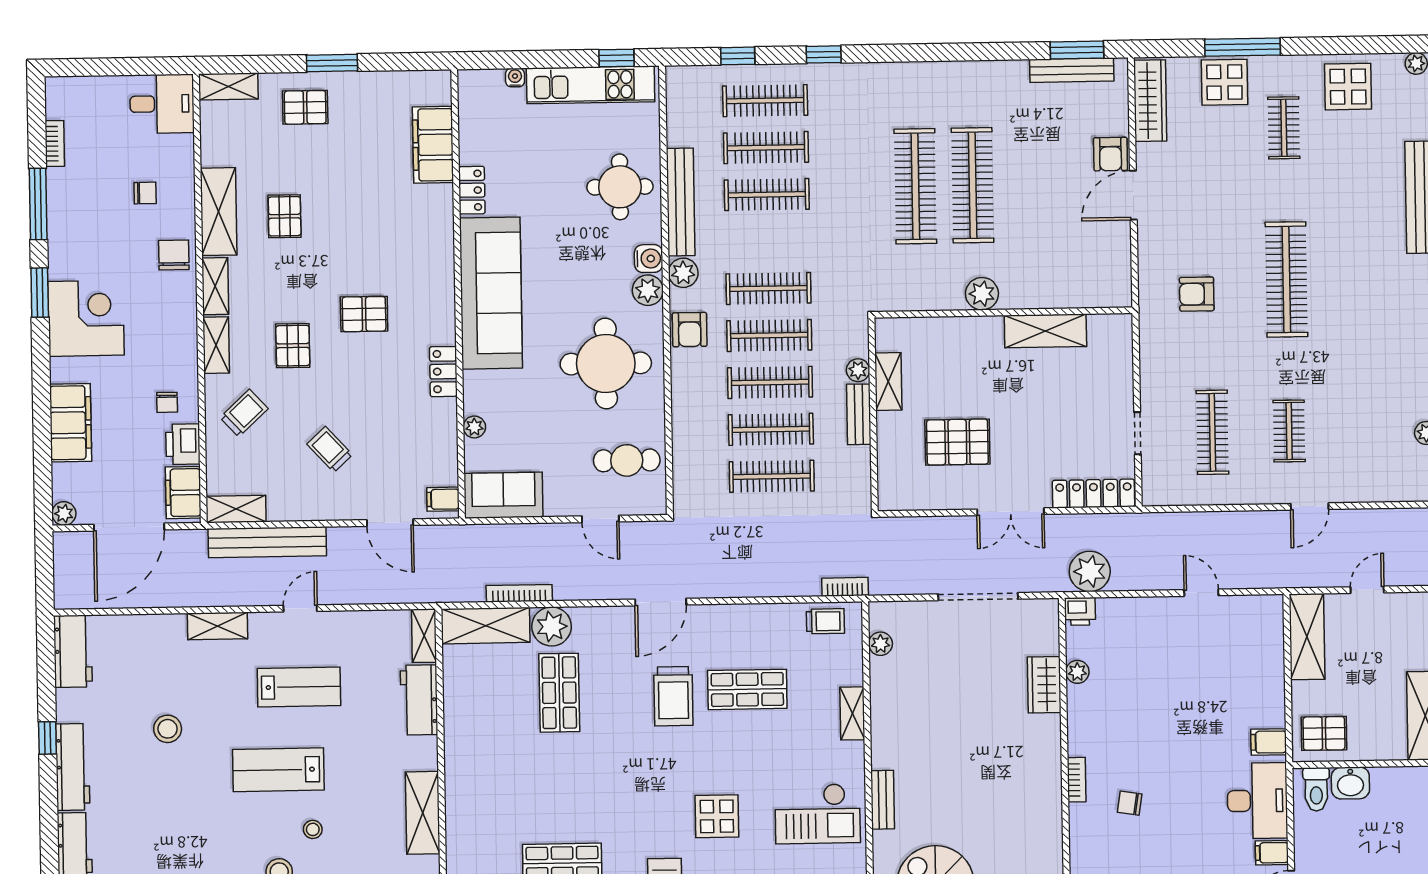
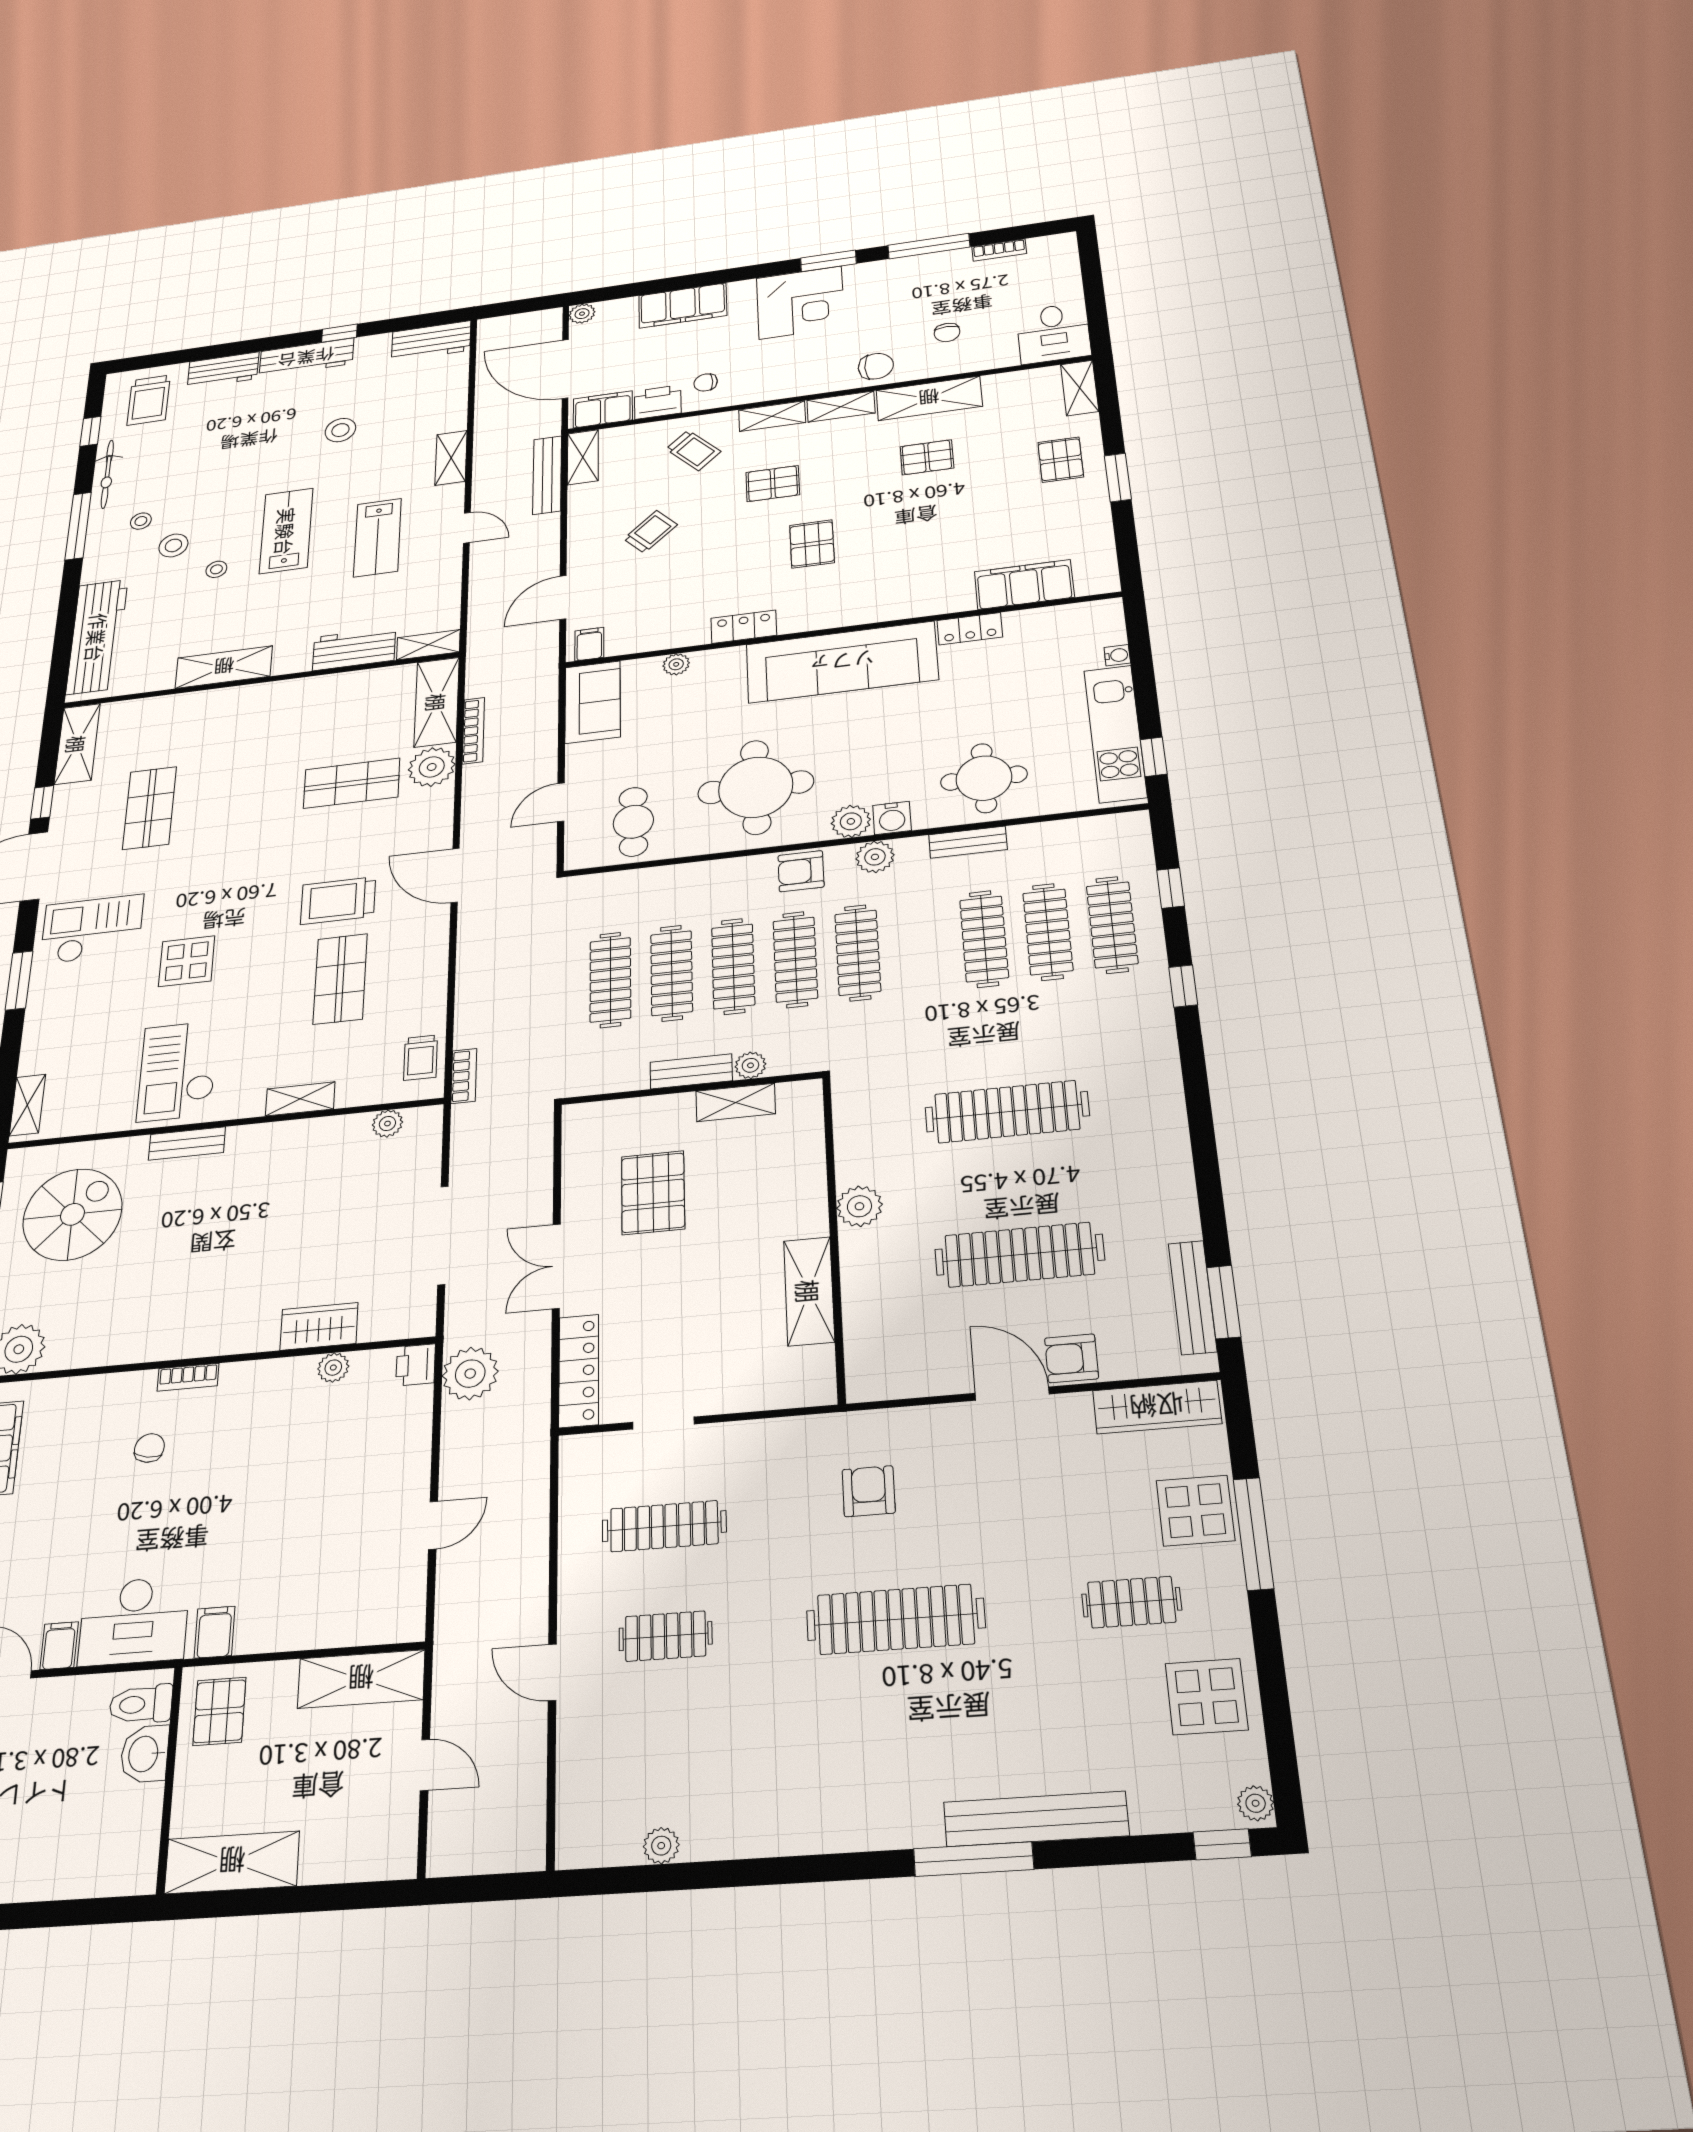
clothes rail: (973, 185) -> (1019, 1255), moved
bench: (681, 202) -> (968, 842), width x0.54, depth x0.82
bench: (267, 542) -> (547, 475), width x0.73, depth x0.82

